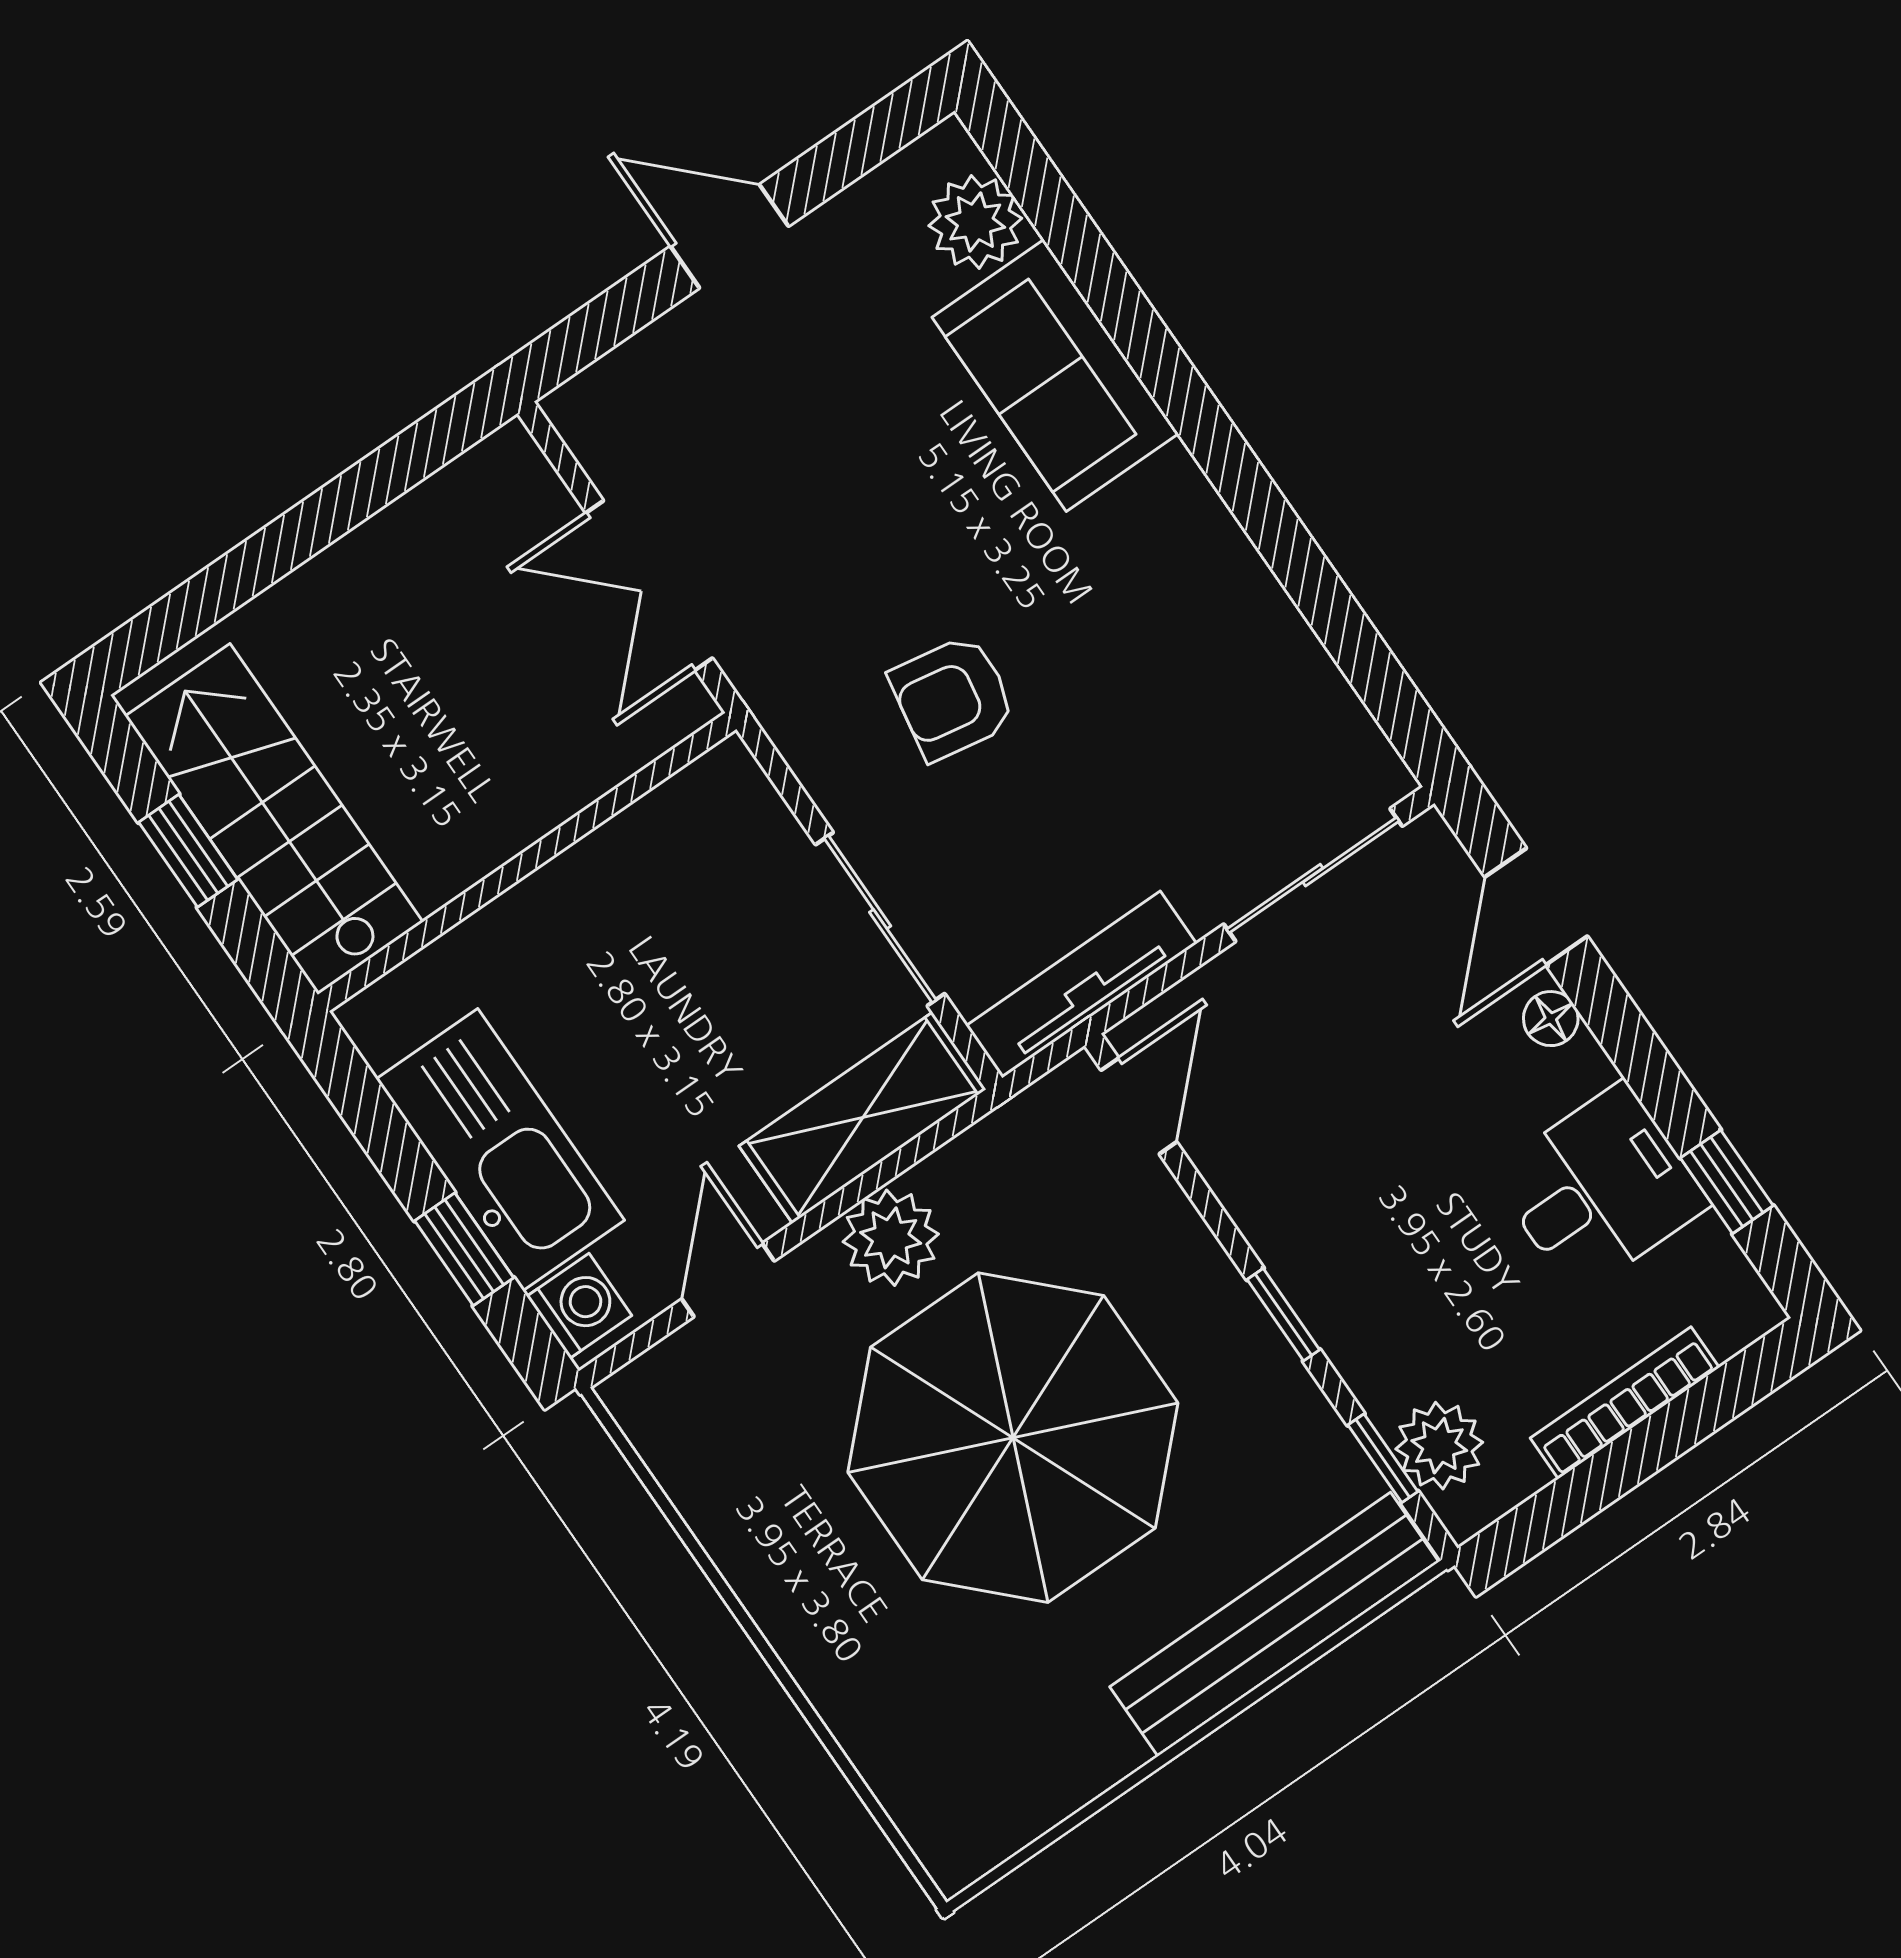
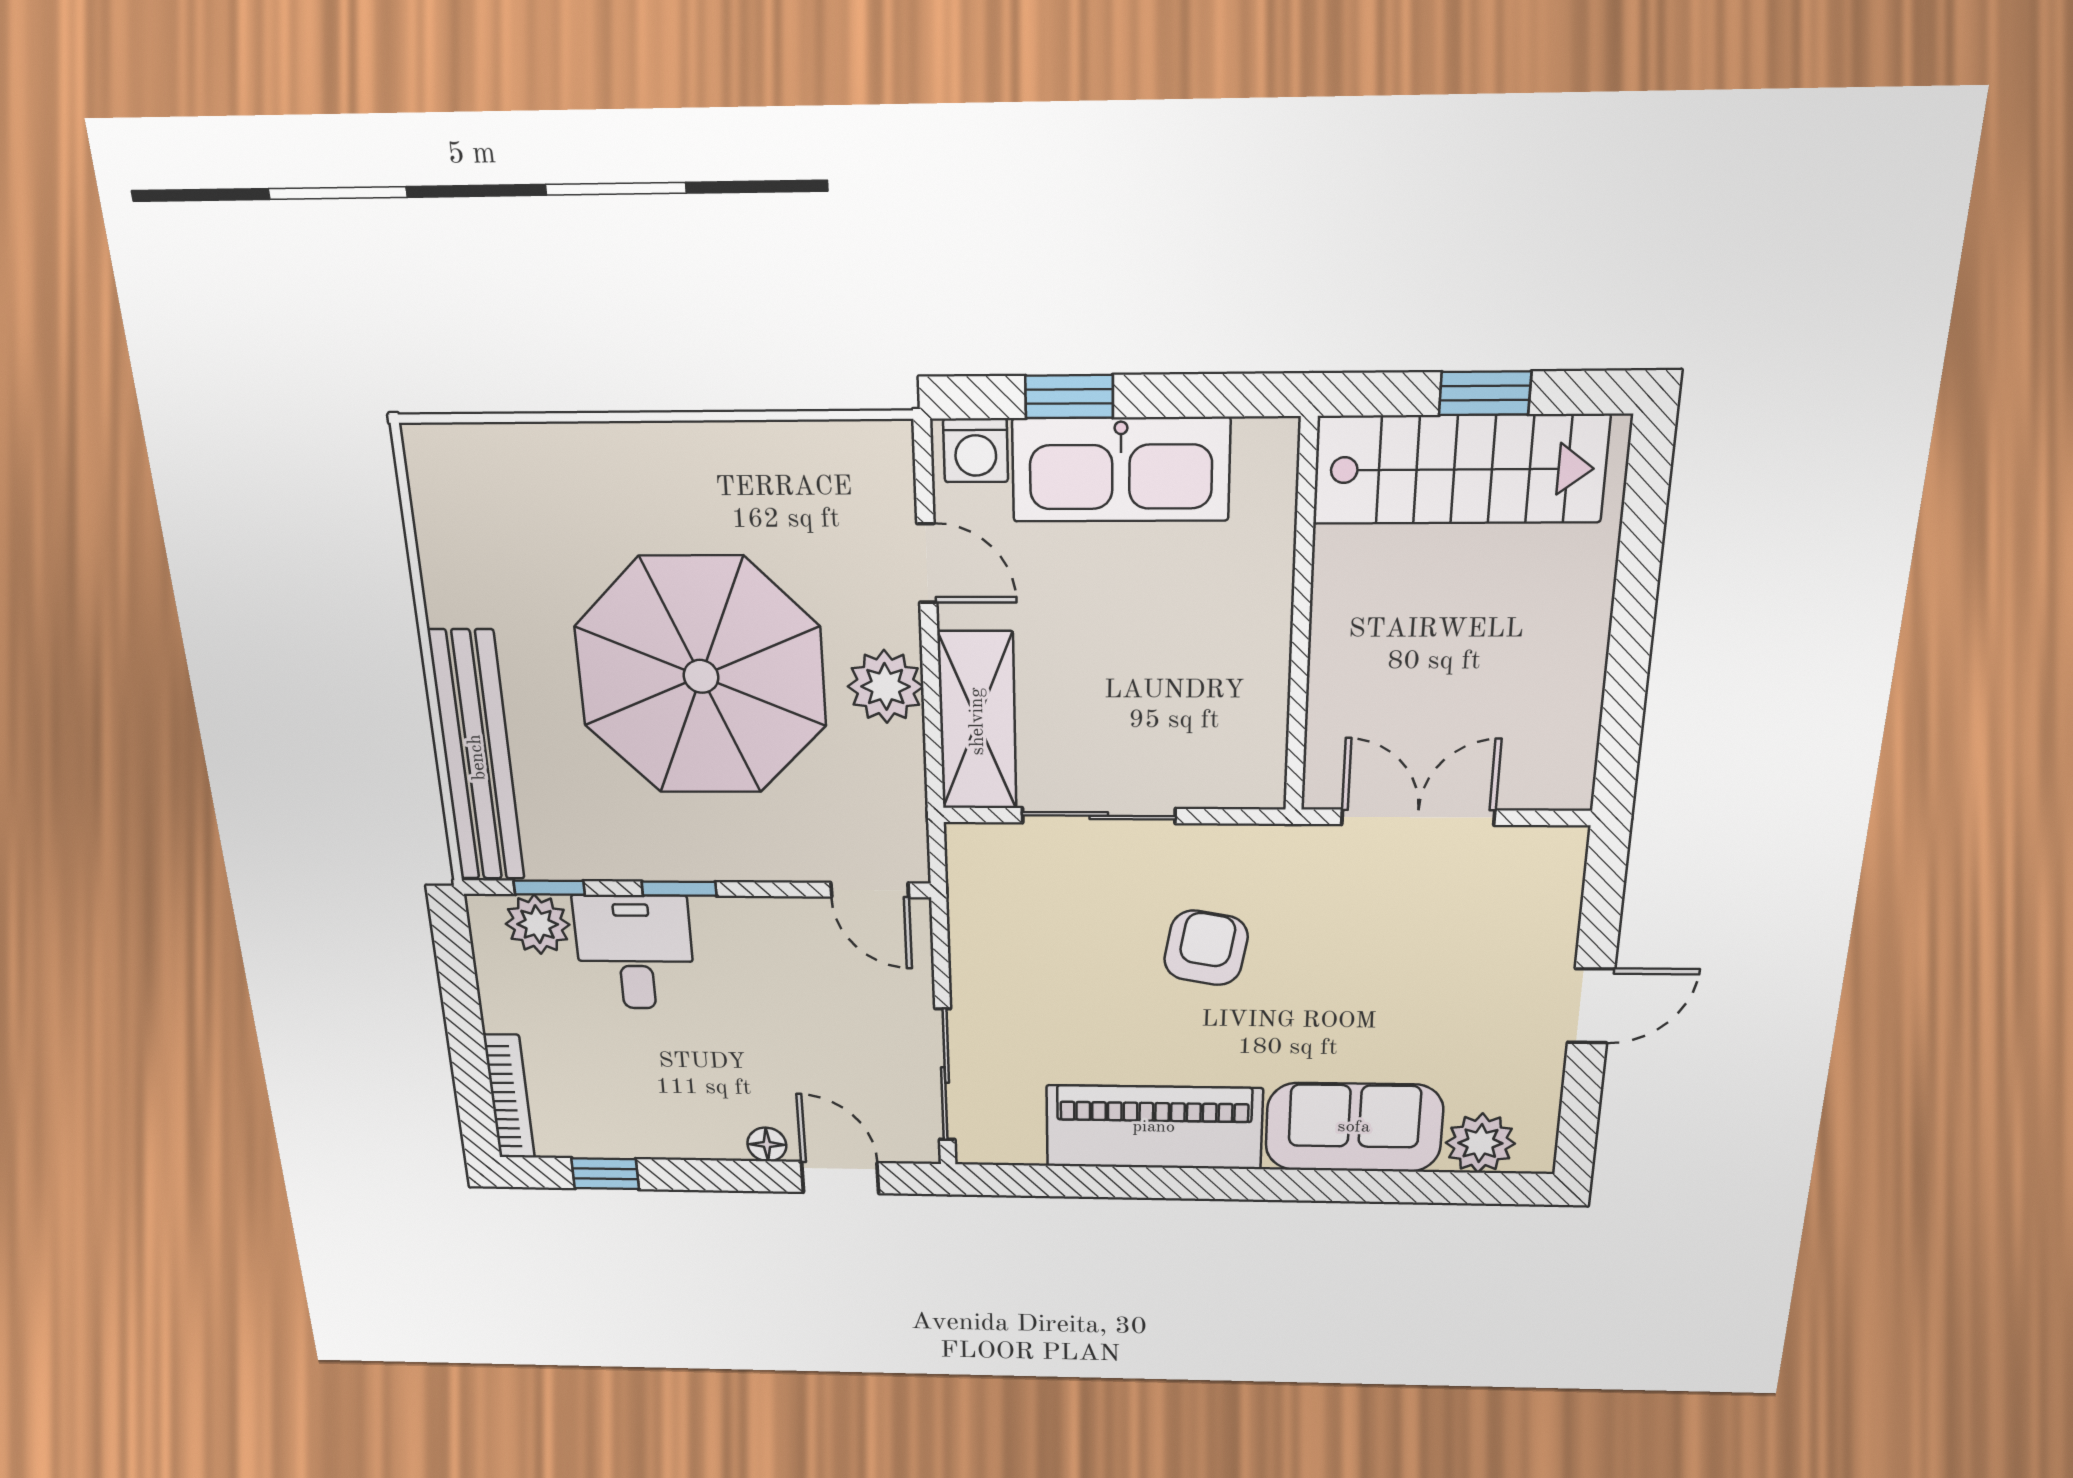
piano: (1214, 596) -> (1154, 1127), added
tv unit: (1081, 985) -> (971, 906), removed
desk: (1600, 1189) -> (635, 952), moved, turned 180
bookcase: (1625, 1403) -> (509, 1097), moved

